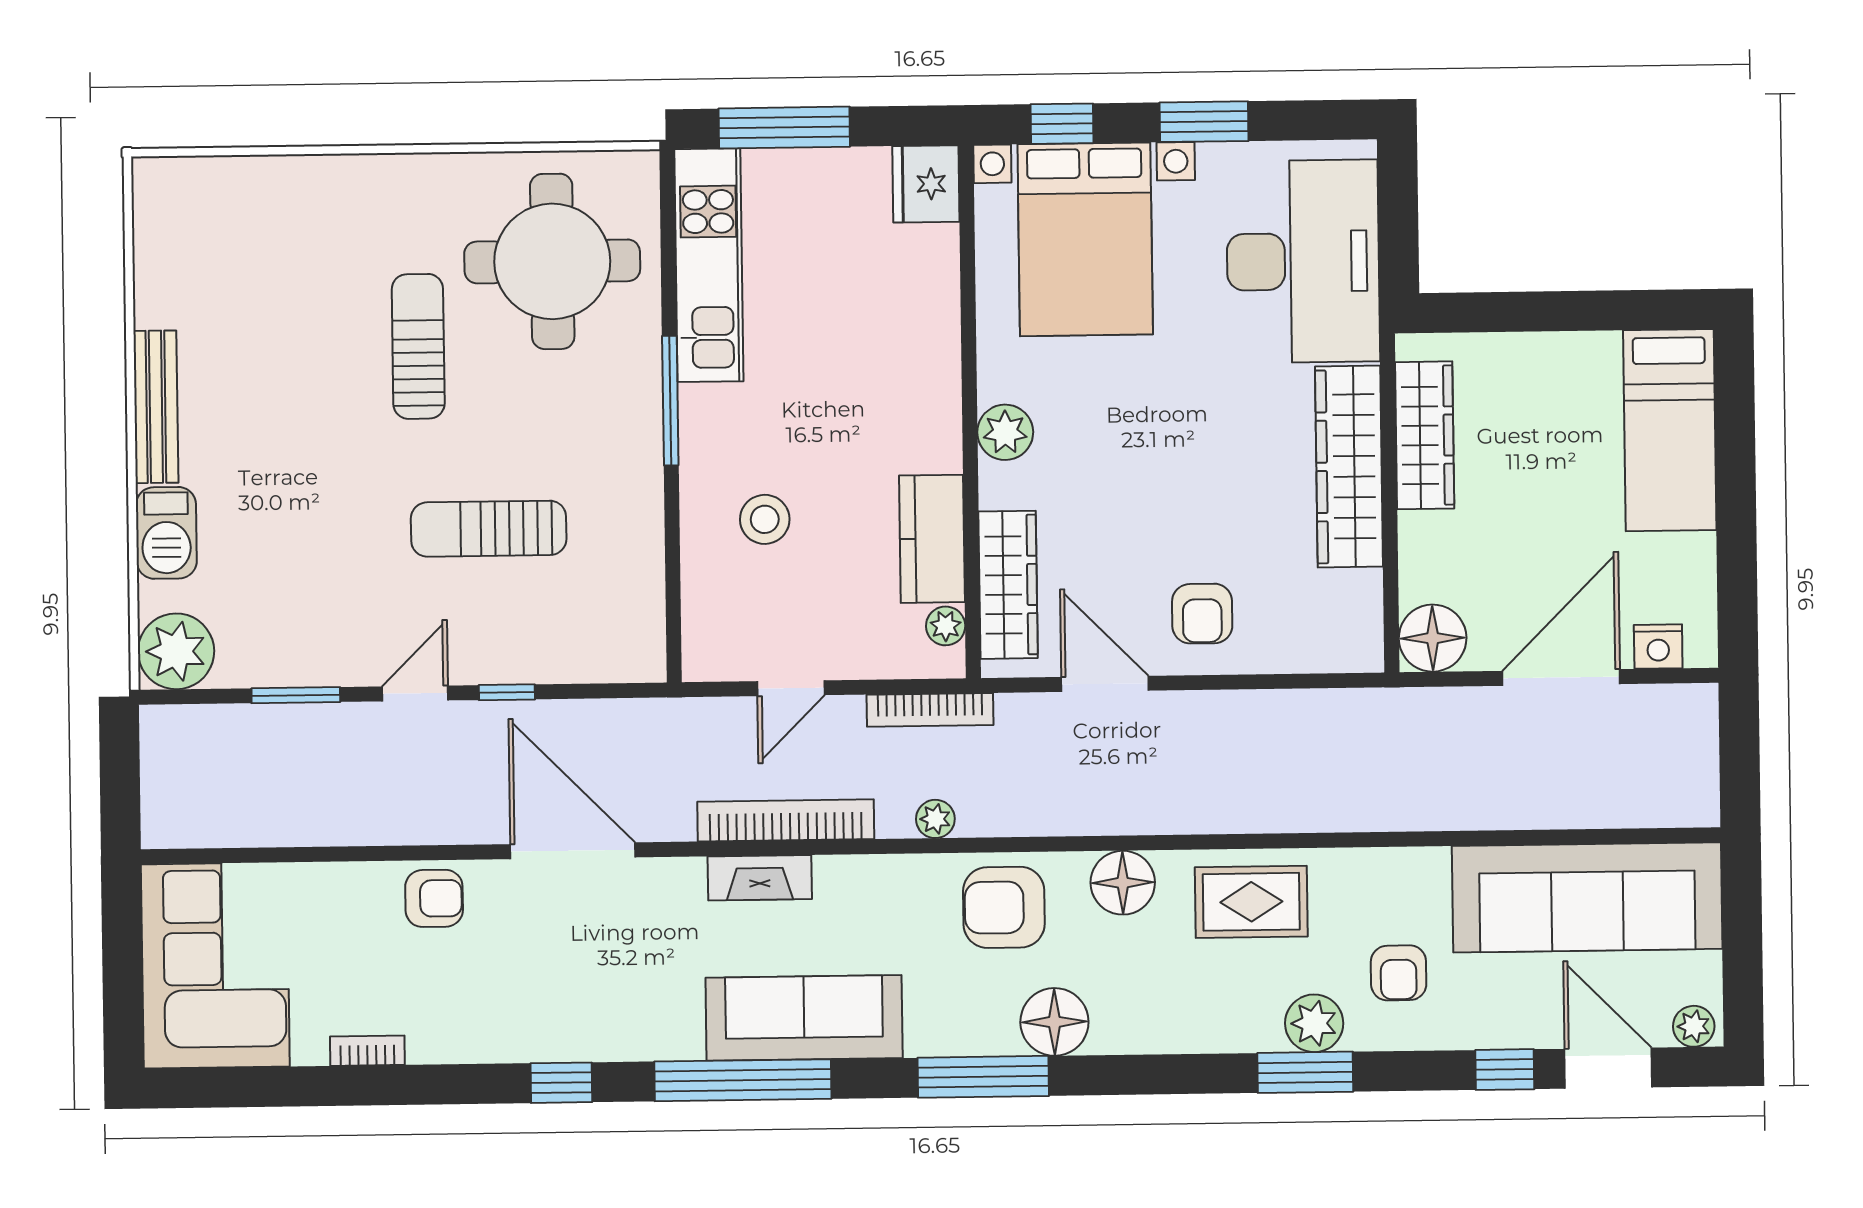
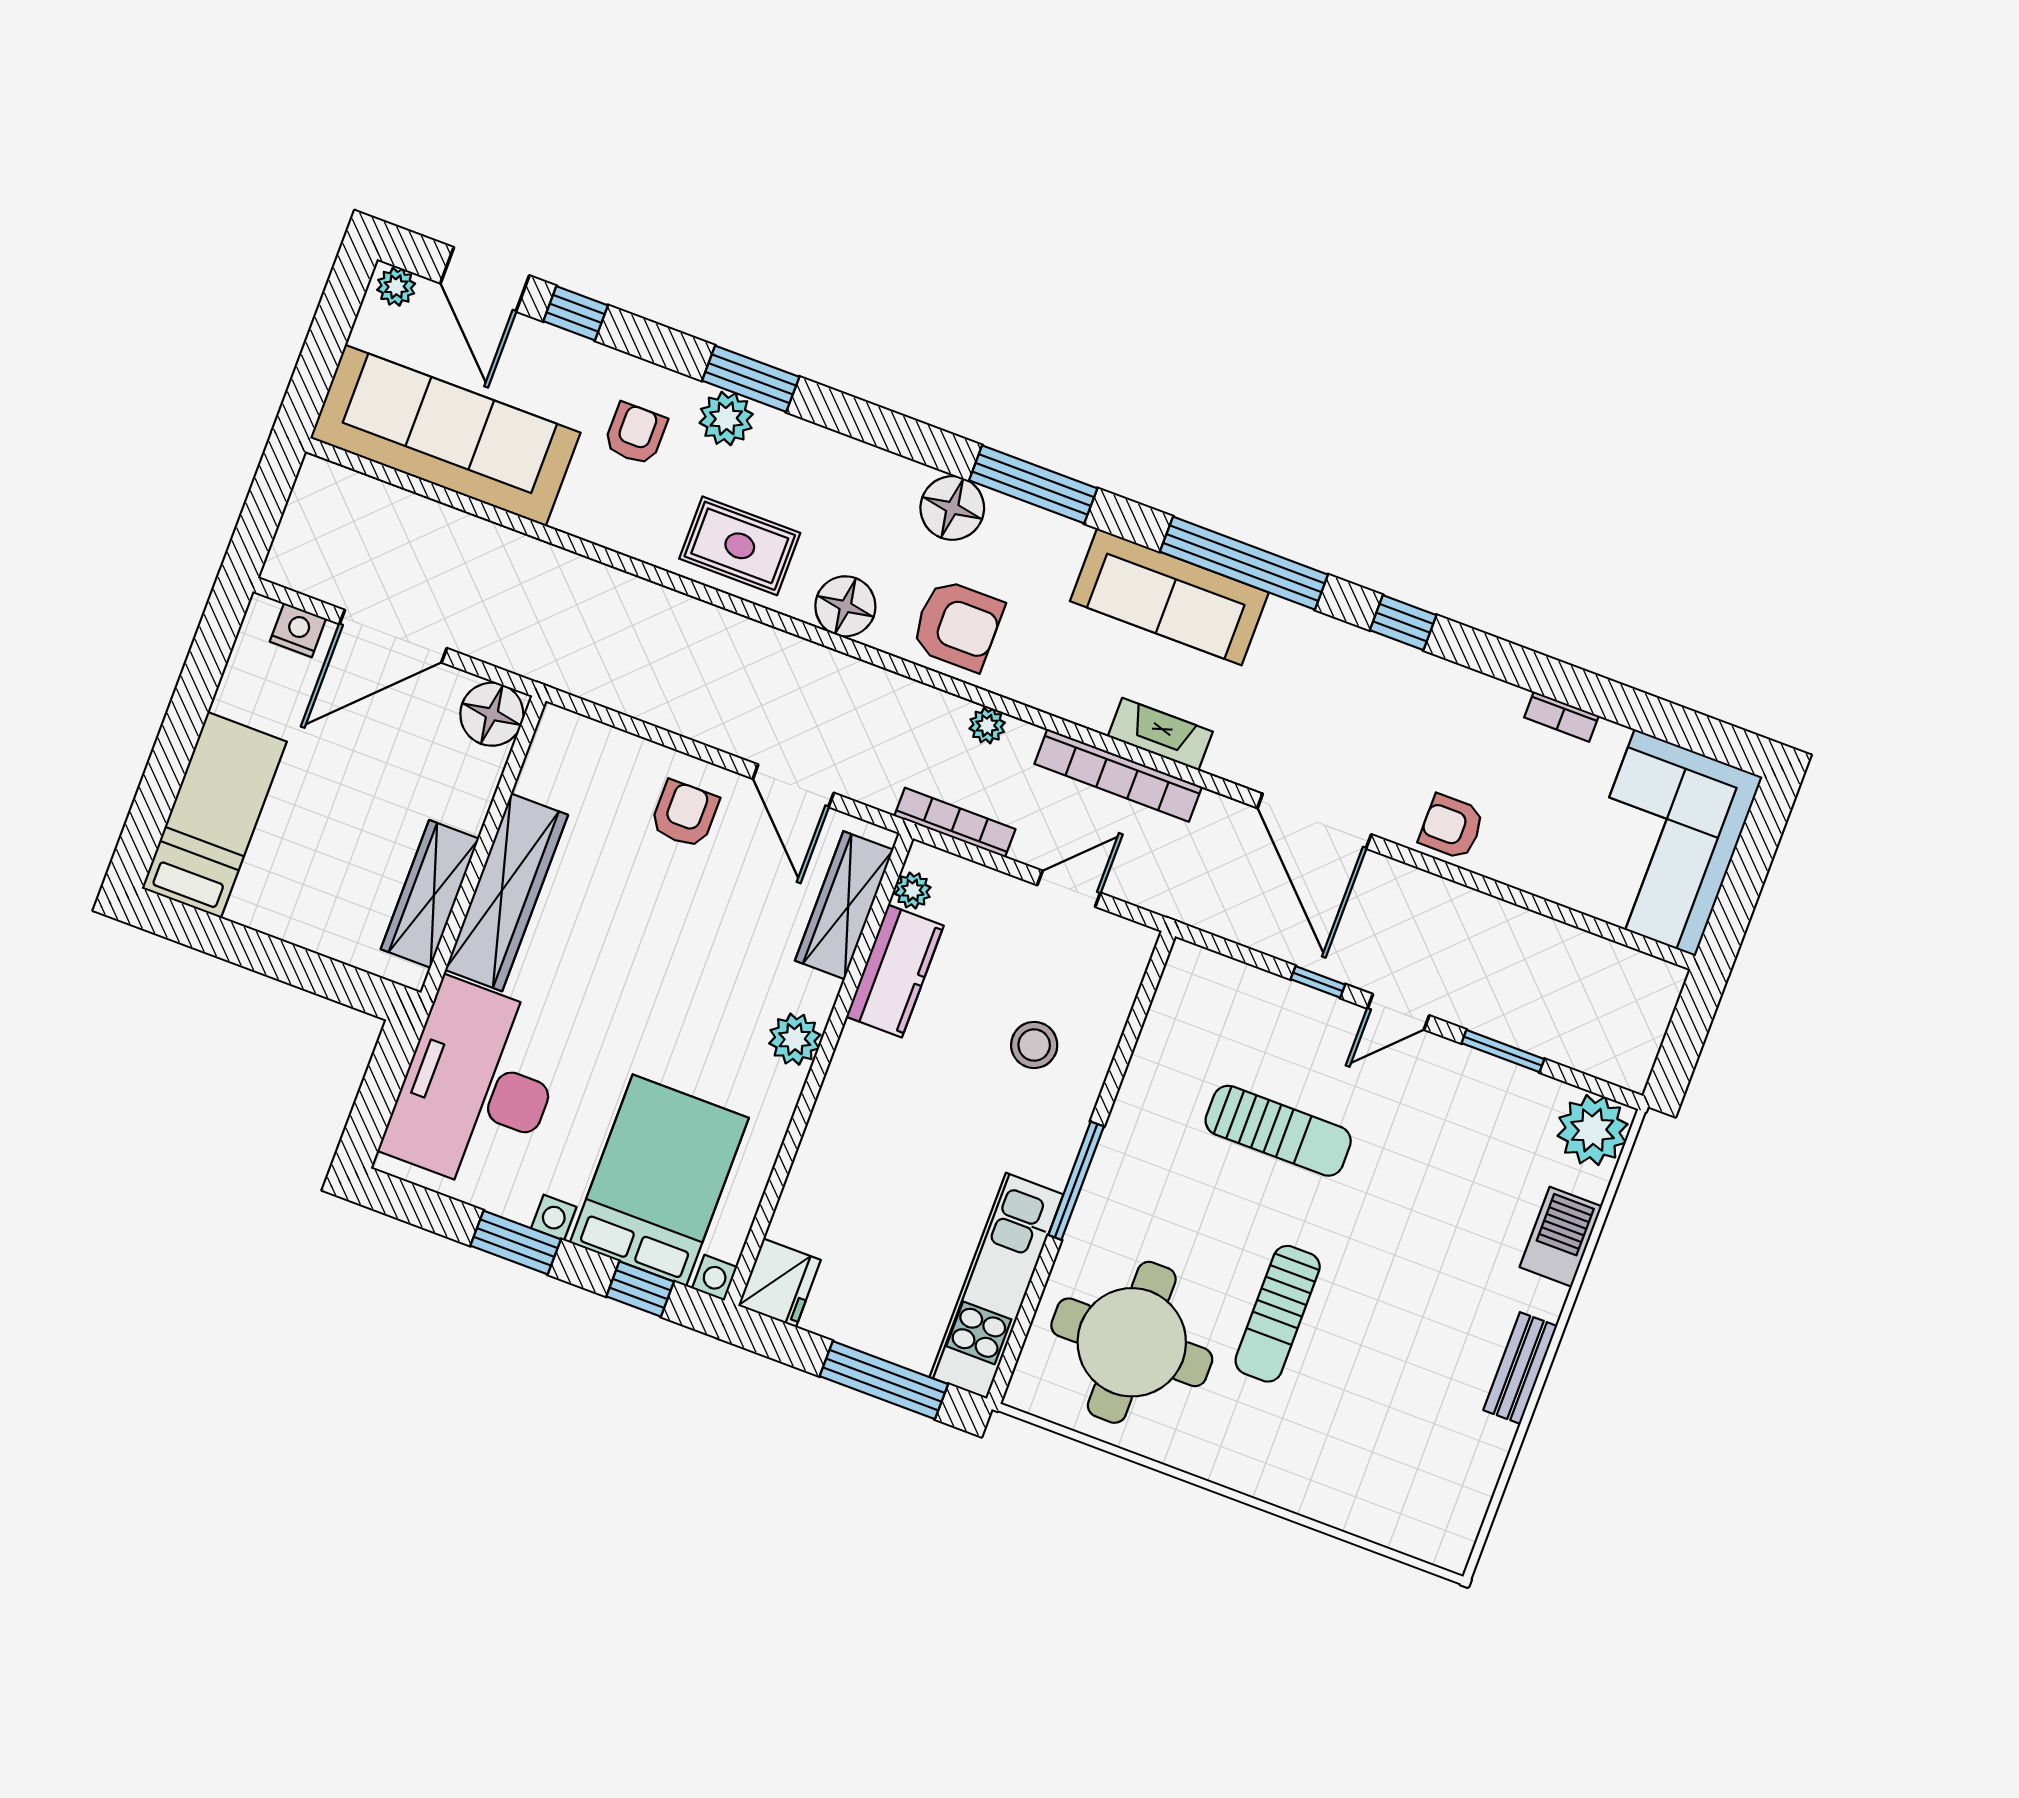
bench: (156, 407) -> (1520, 1368), width x0.73

